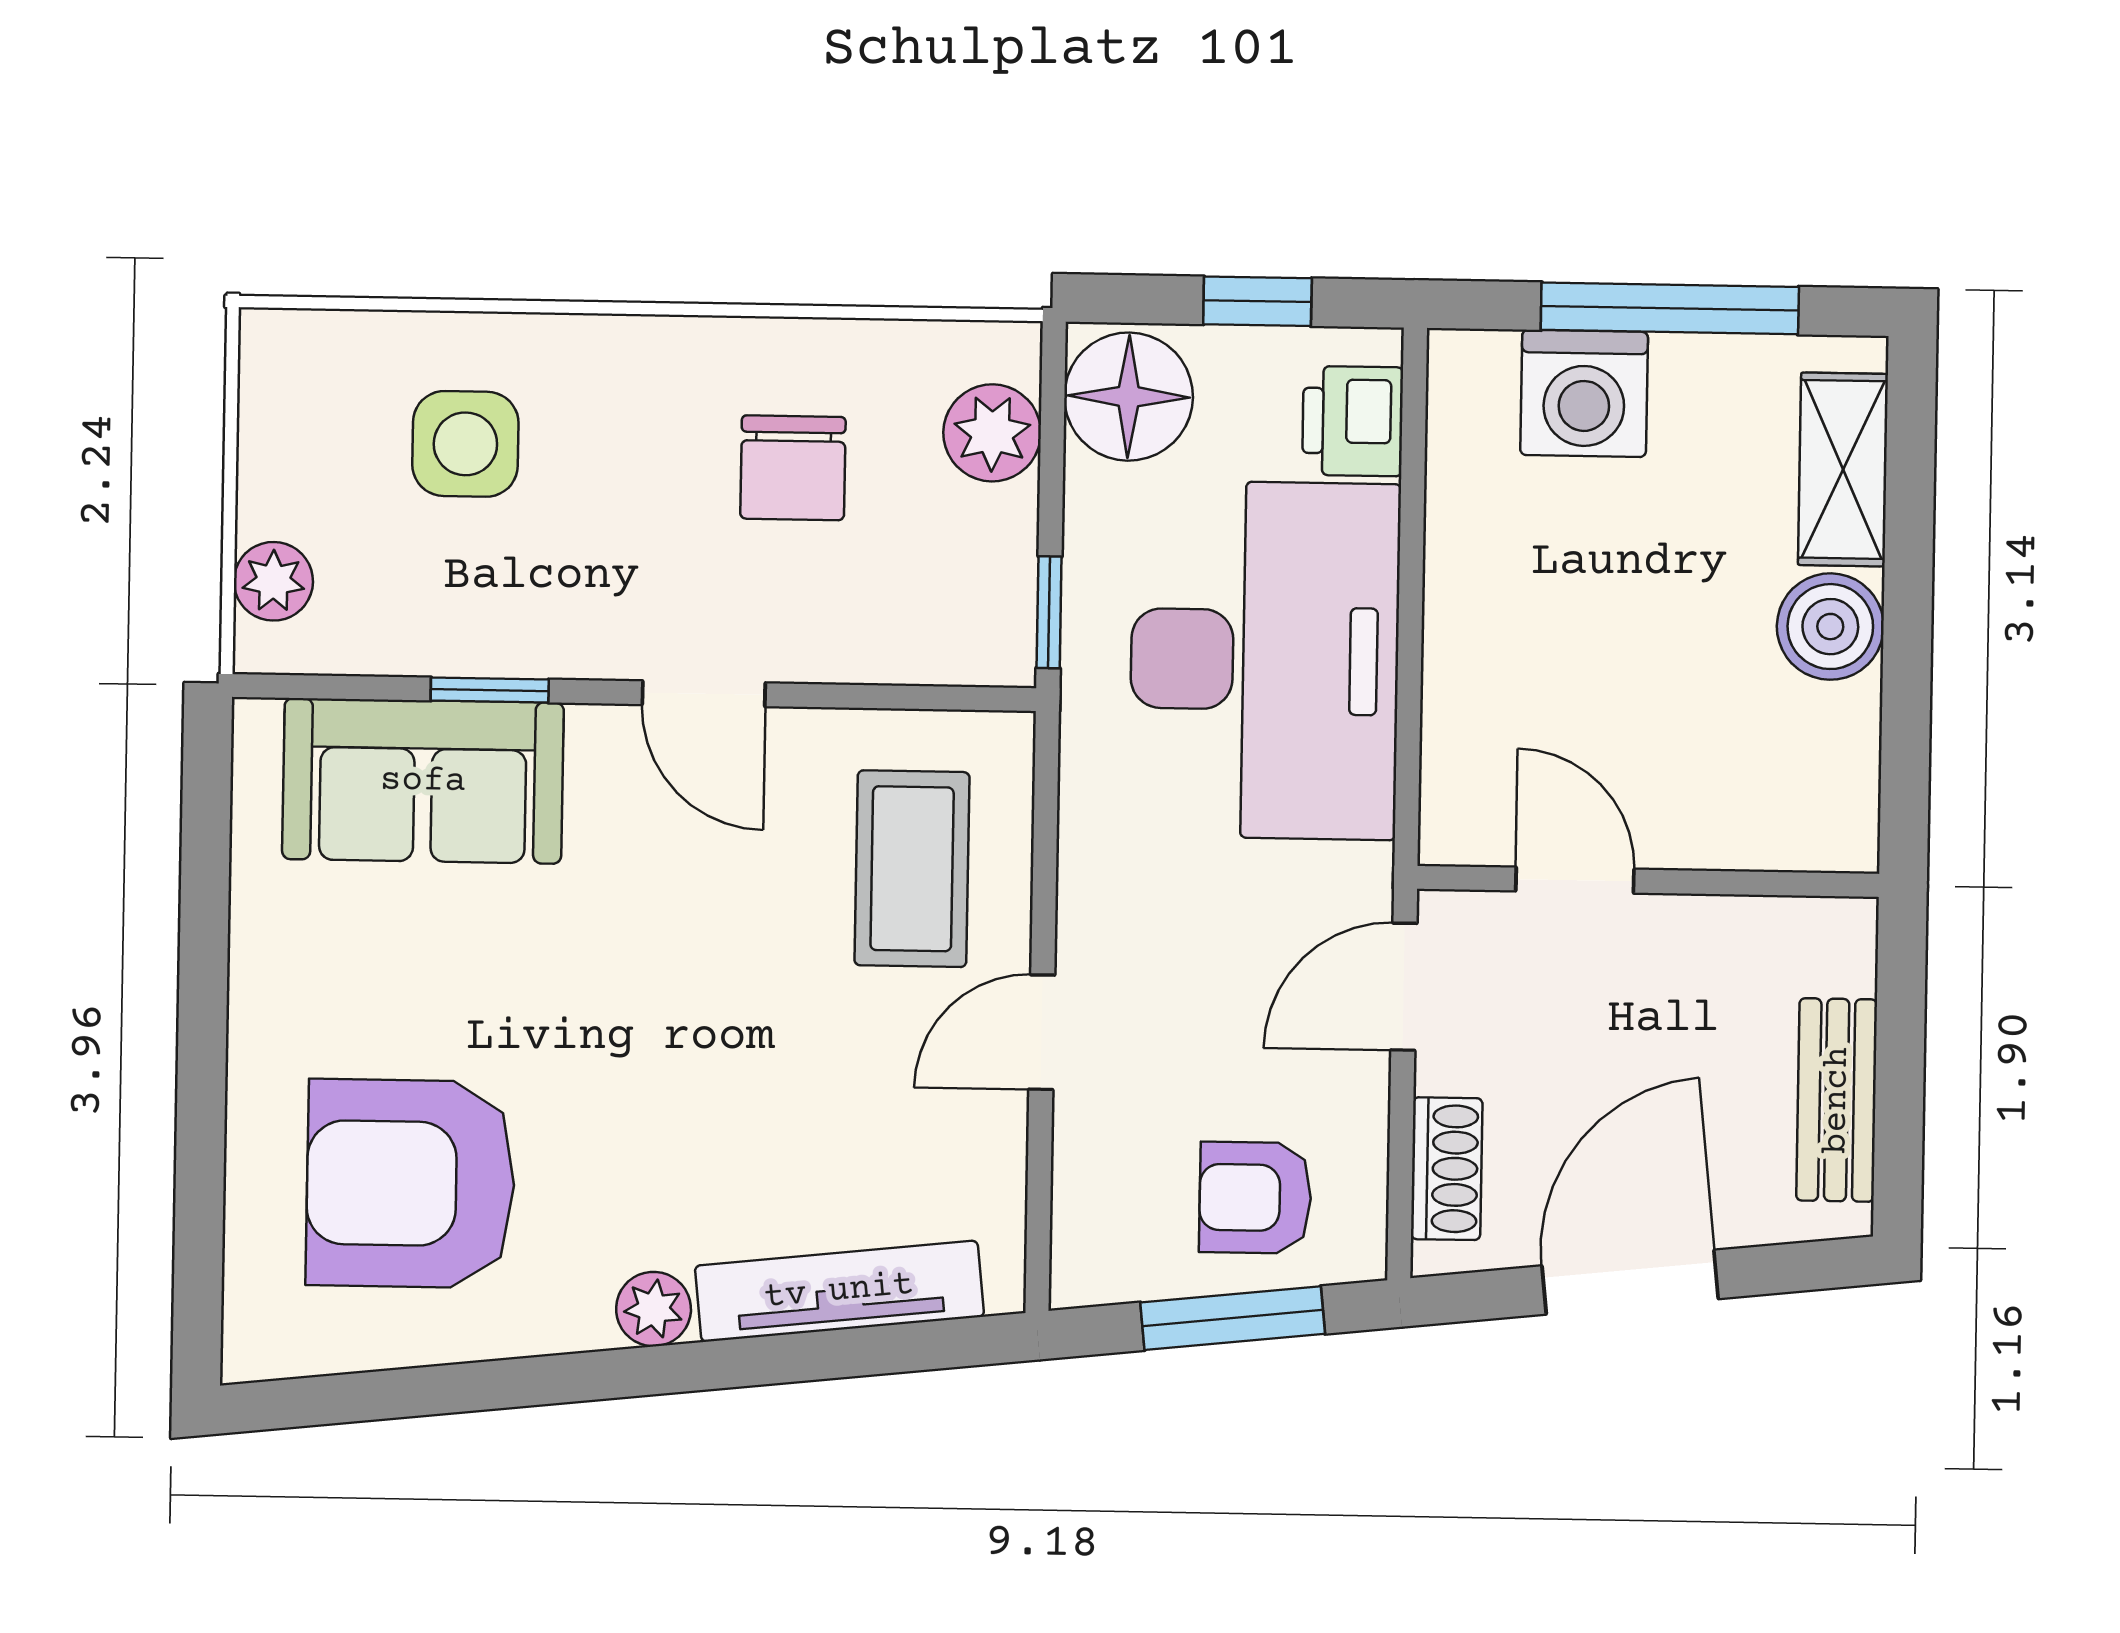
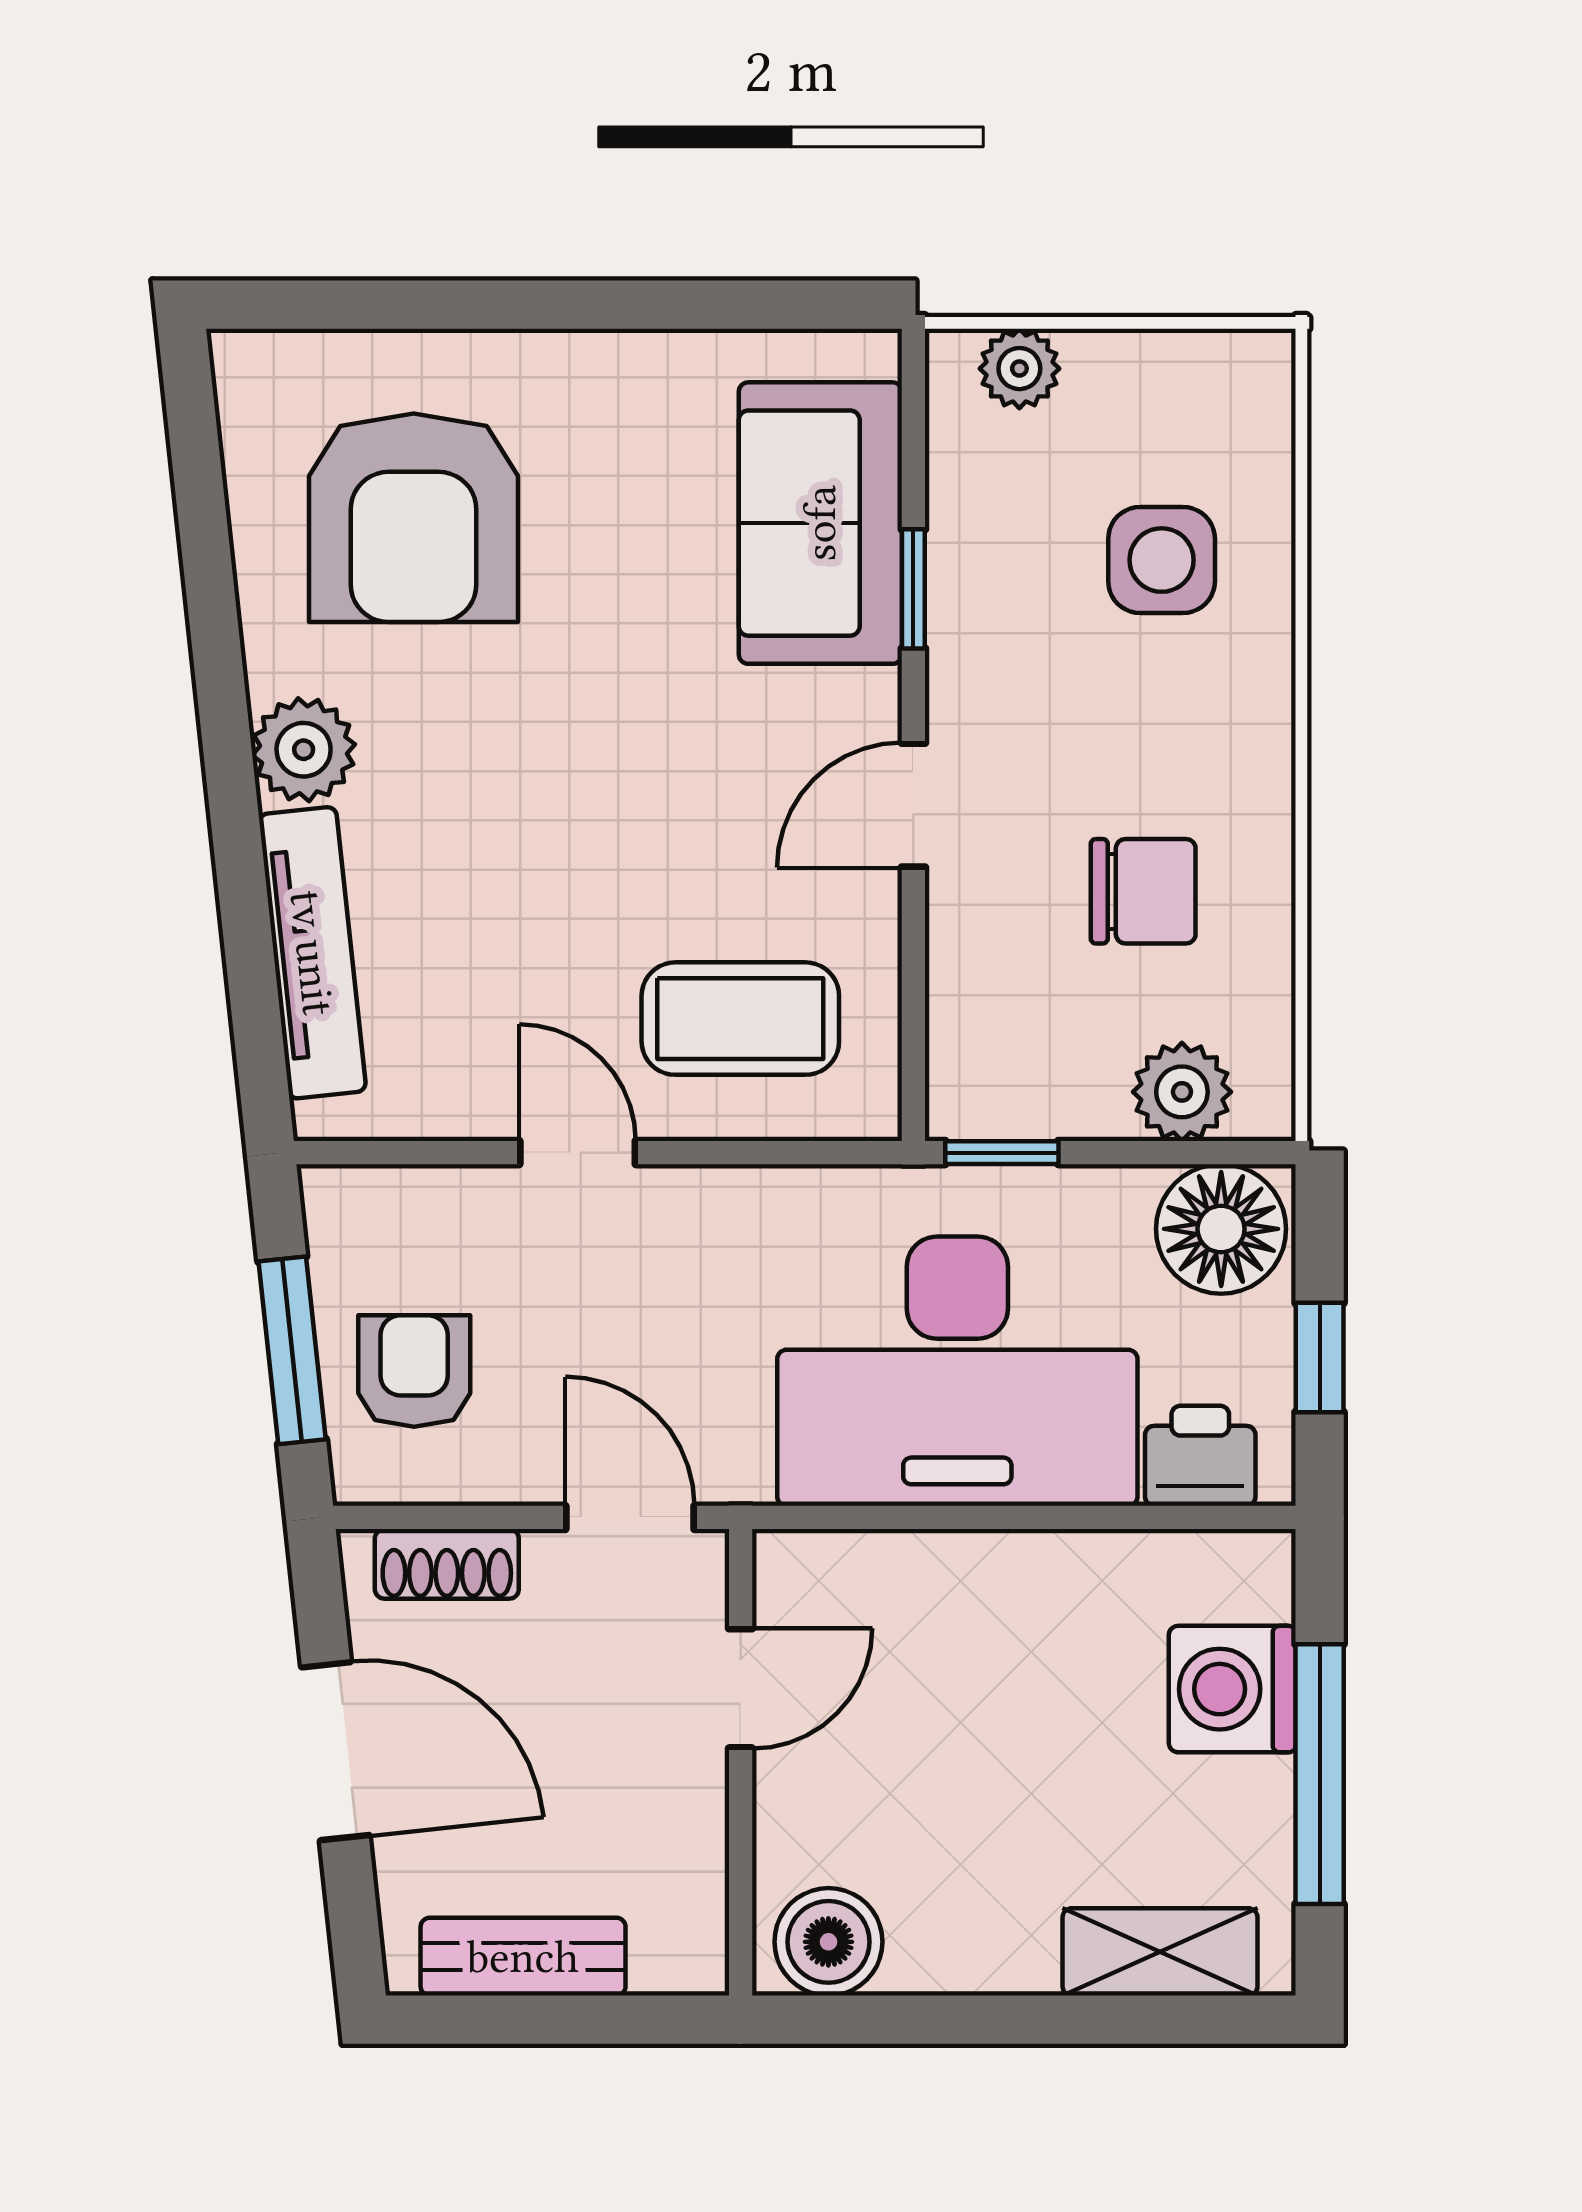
chair: (793, 468) -> (1143, 891), turned 180
boiler: (1830, 627) -> (828, 1942), moved
armchair: (411, 1184) -> (414, 518), turned 180
plant: (654, 1309) -> (304, 750), width x1.38, depth x1.38

